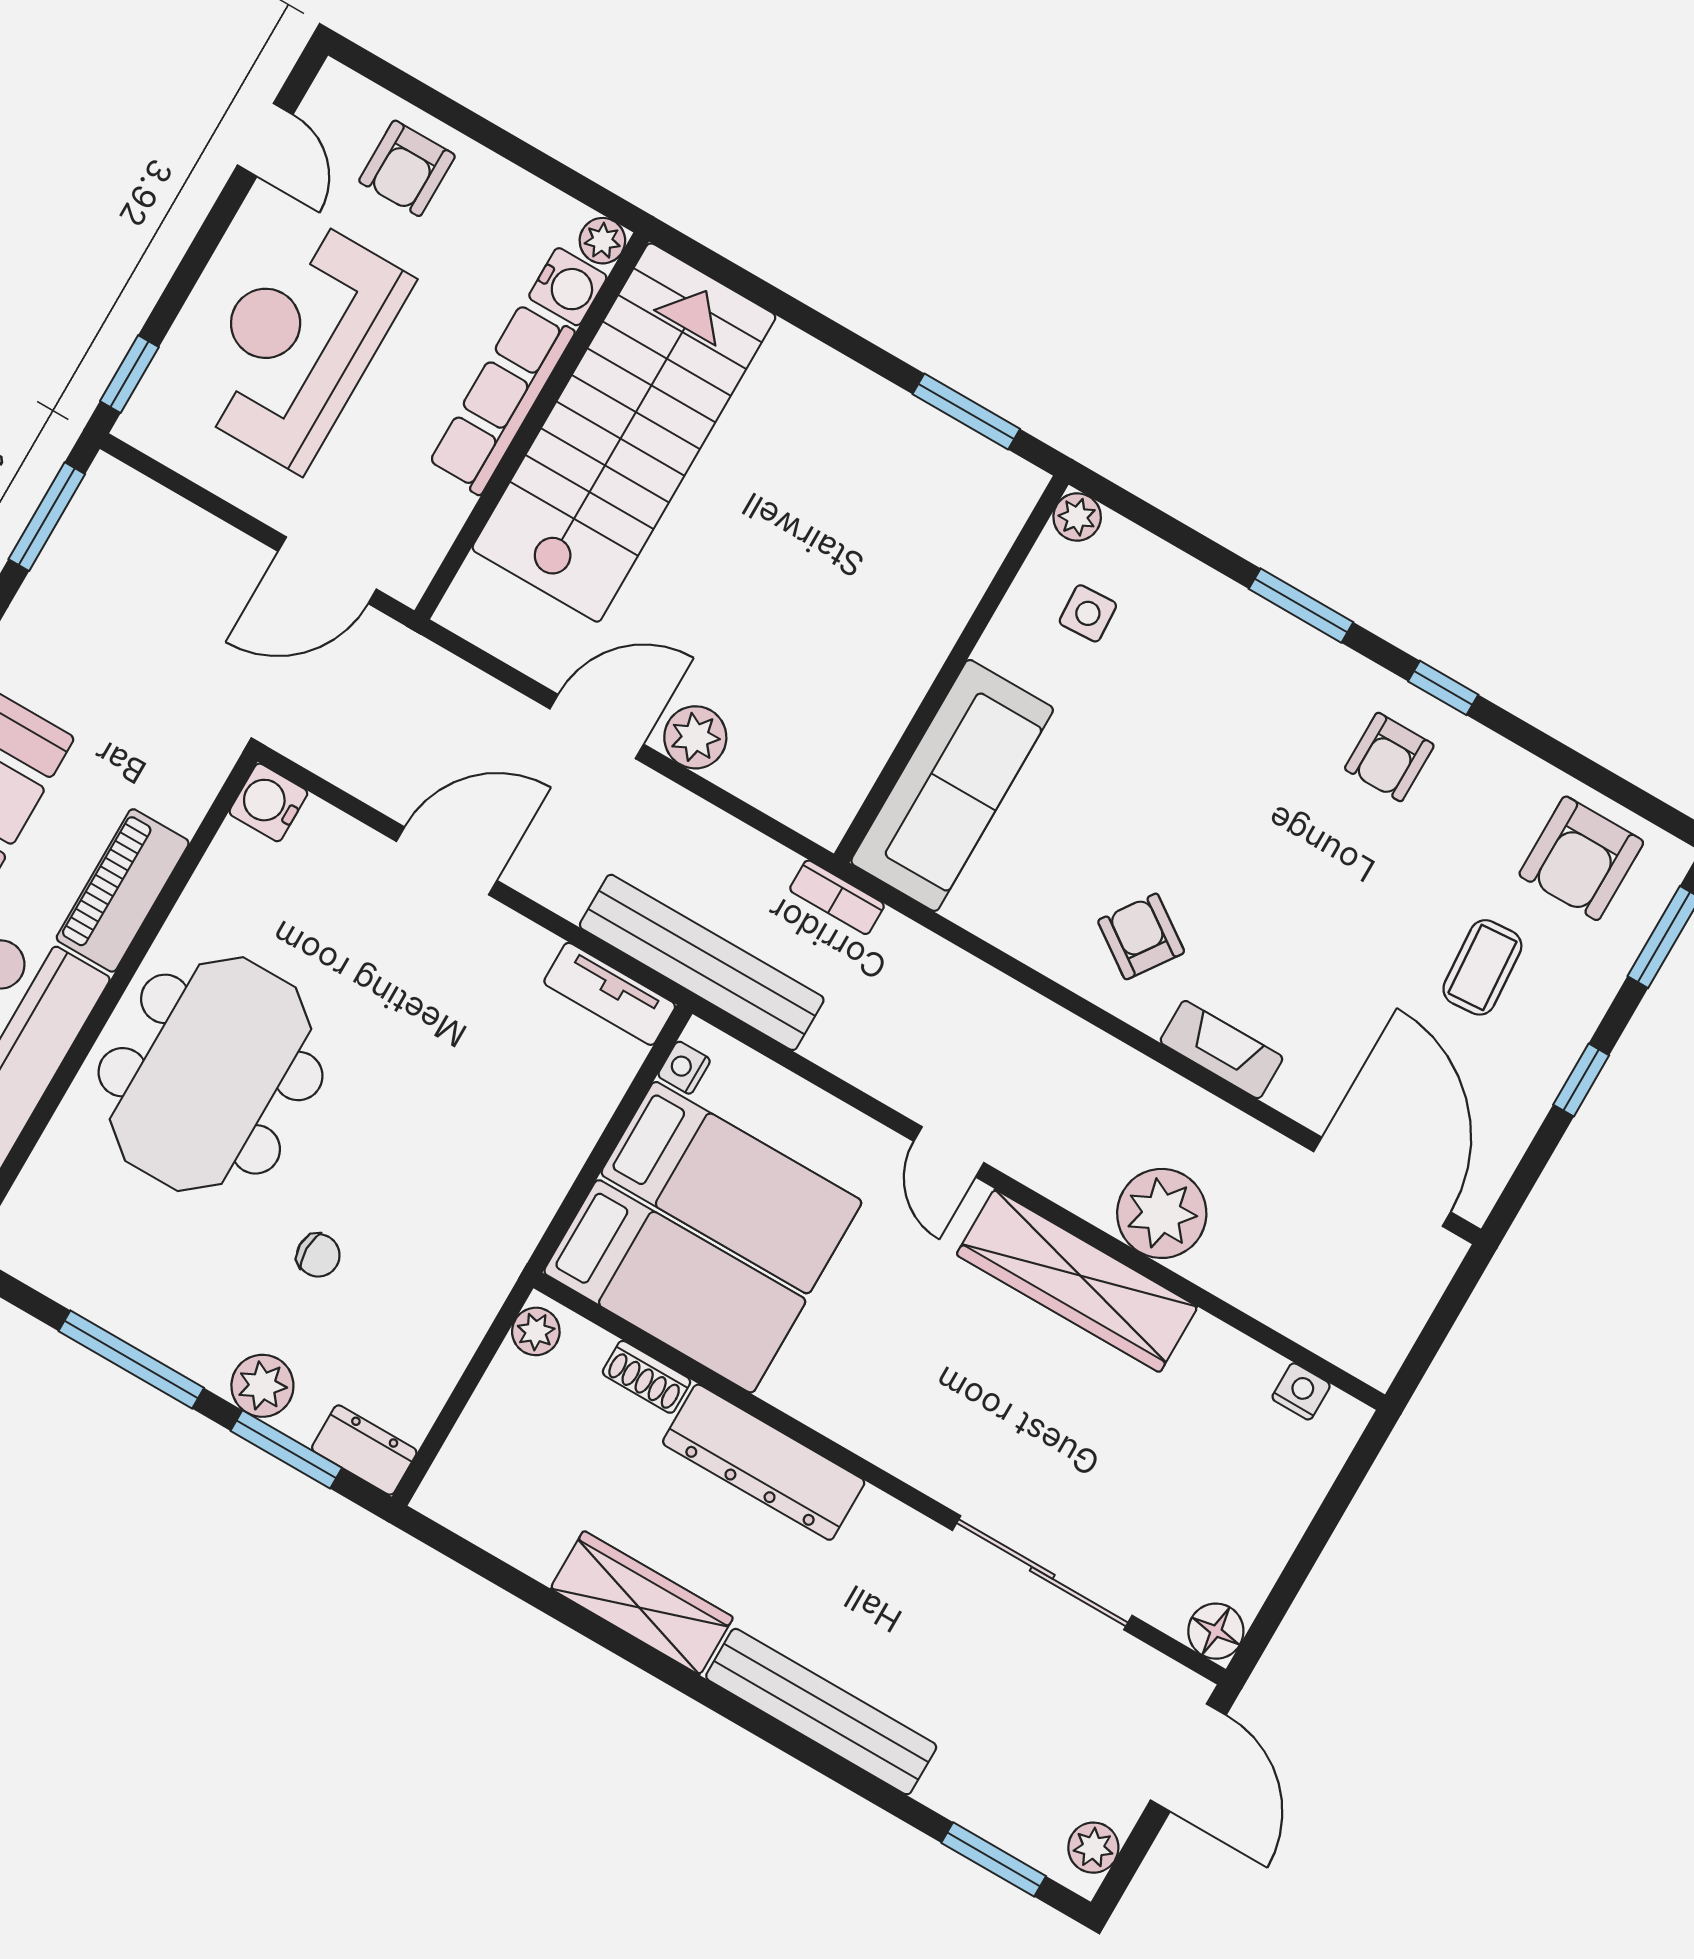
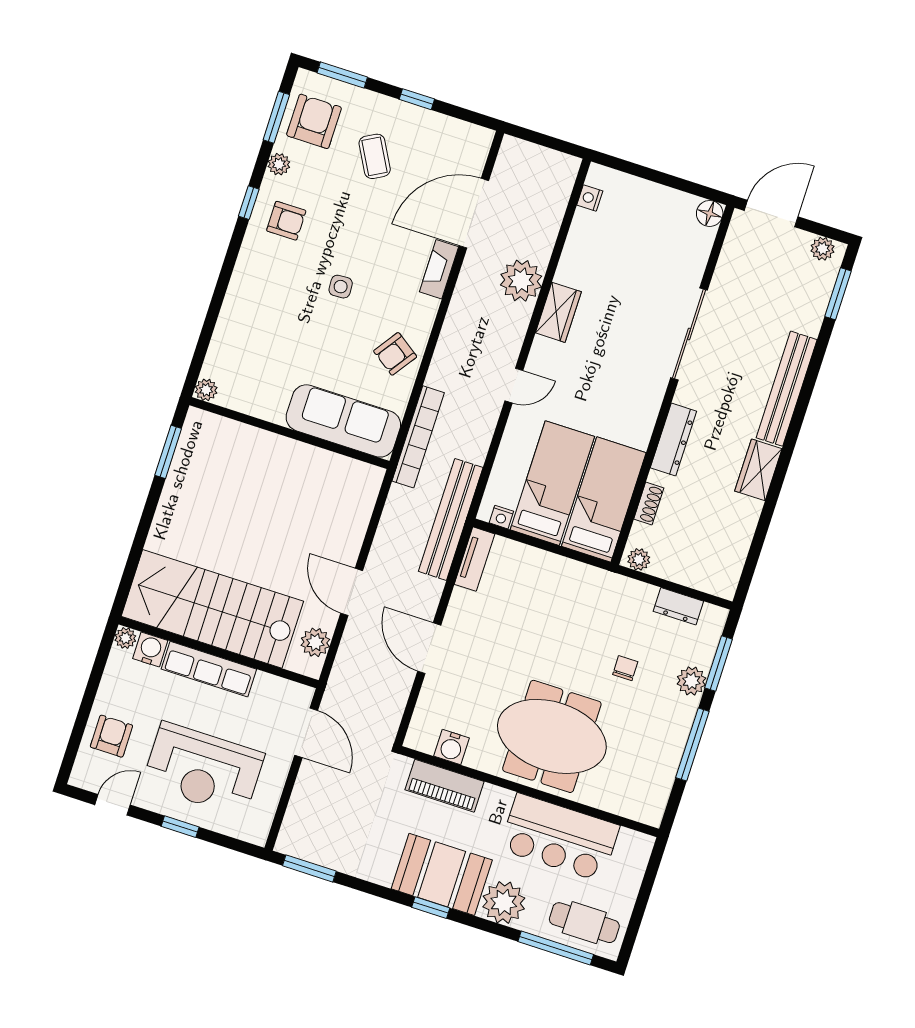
armchair: (407, 168) -> (111, 736), turned -90
window: (129, 374) -> (180, 827), moved
window: (1301, 606) -> (276, 117), moved
side table: (1088, 613) -> (341, 287), moved
plant: (695, 737) -> (315, 642), moved
plant: (1509, 767) -> (279, 164), added
water cooler: (268, 802) -> (452, 747), moved
armchair: (1581, 858) -> (314, 121), turned -90
piano: (123, 890) -> (445, 786), moved
bookcase: (837, 897) -> (418, 437), width x2.31, depth x1.31
armchair: (1141, 936) -> (395, 354), moved
coffee table: (1482, 967) -> (375, 156), turned 65
door: (1382, 1182) -> (474, 213), moved
wardrobe: (1077, 1281) -> (558, 312), width x0.48, depth x0.85
dresser: (364, 1450) -> (678, 606), moved, turned -90
dresser: (764, 1462) -> (673, 439), width x0.73, depth x0.80
sliding door: (1042, 1573) -> (689, 334), moved
wardrobe: (642, 1603) -> (758, 470), width x0.67

